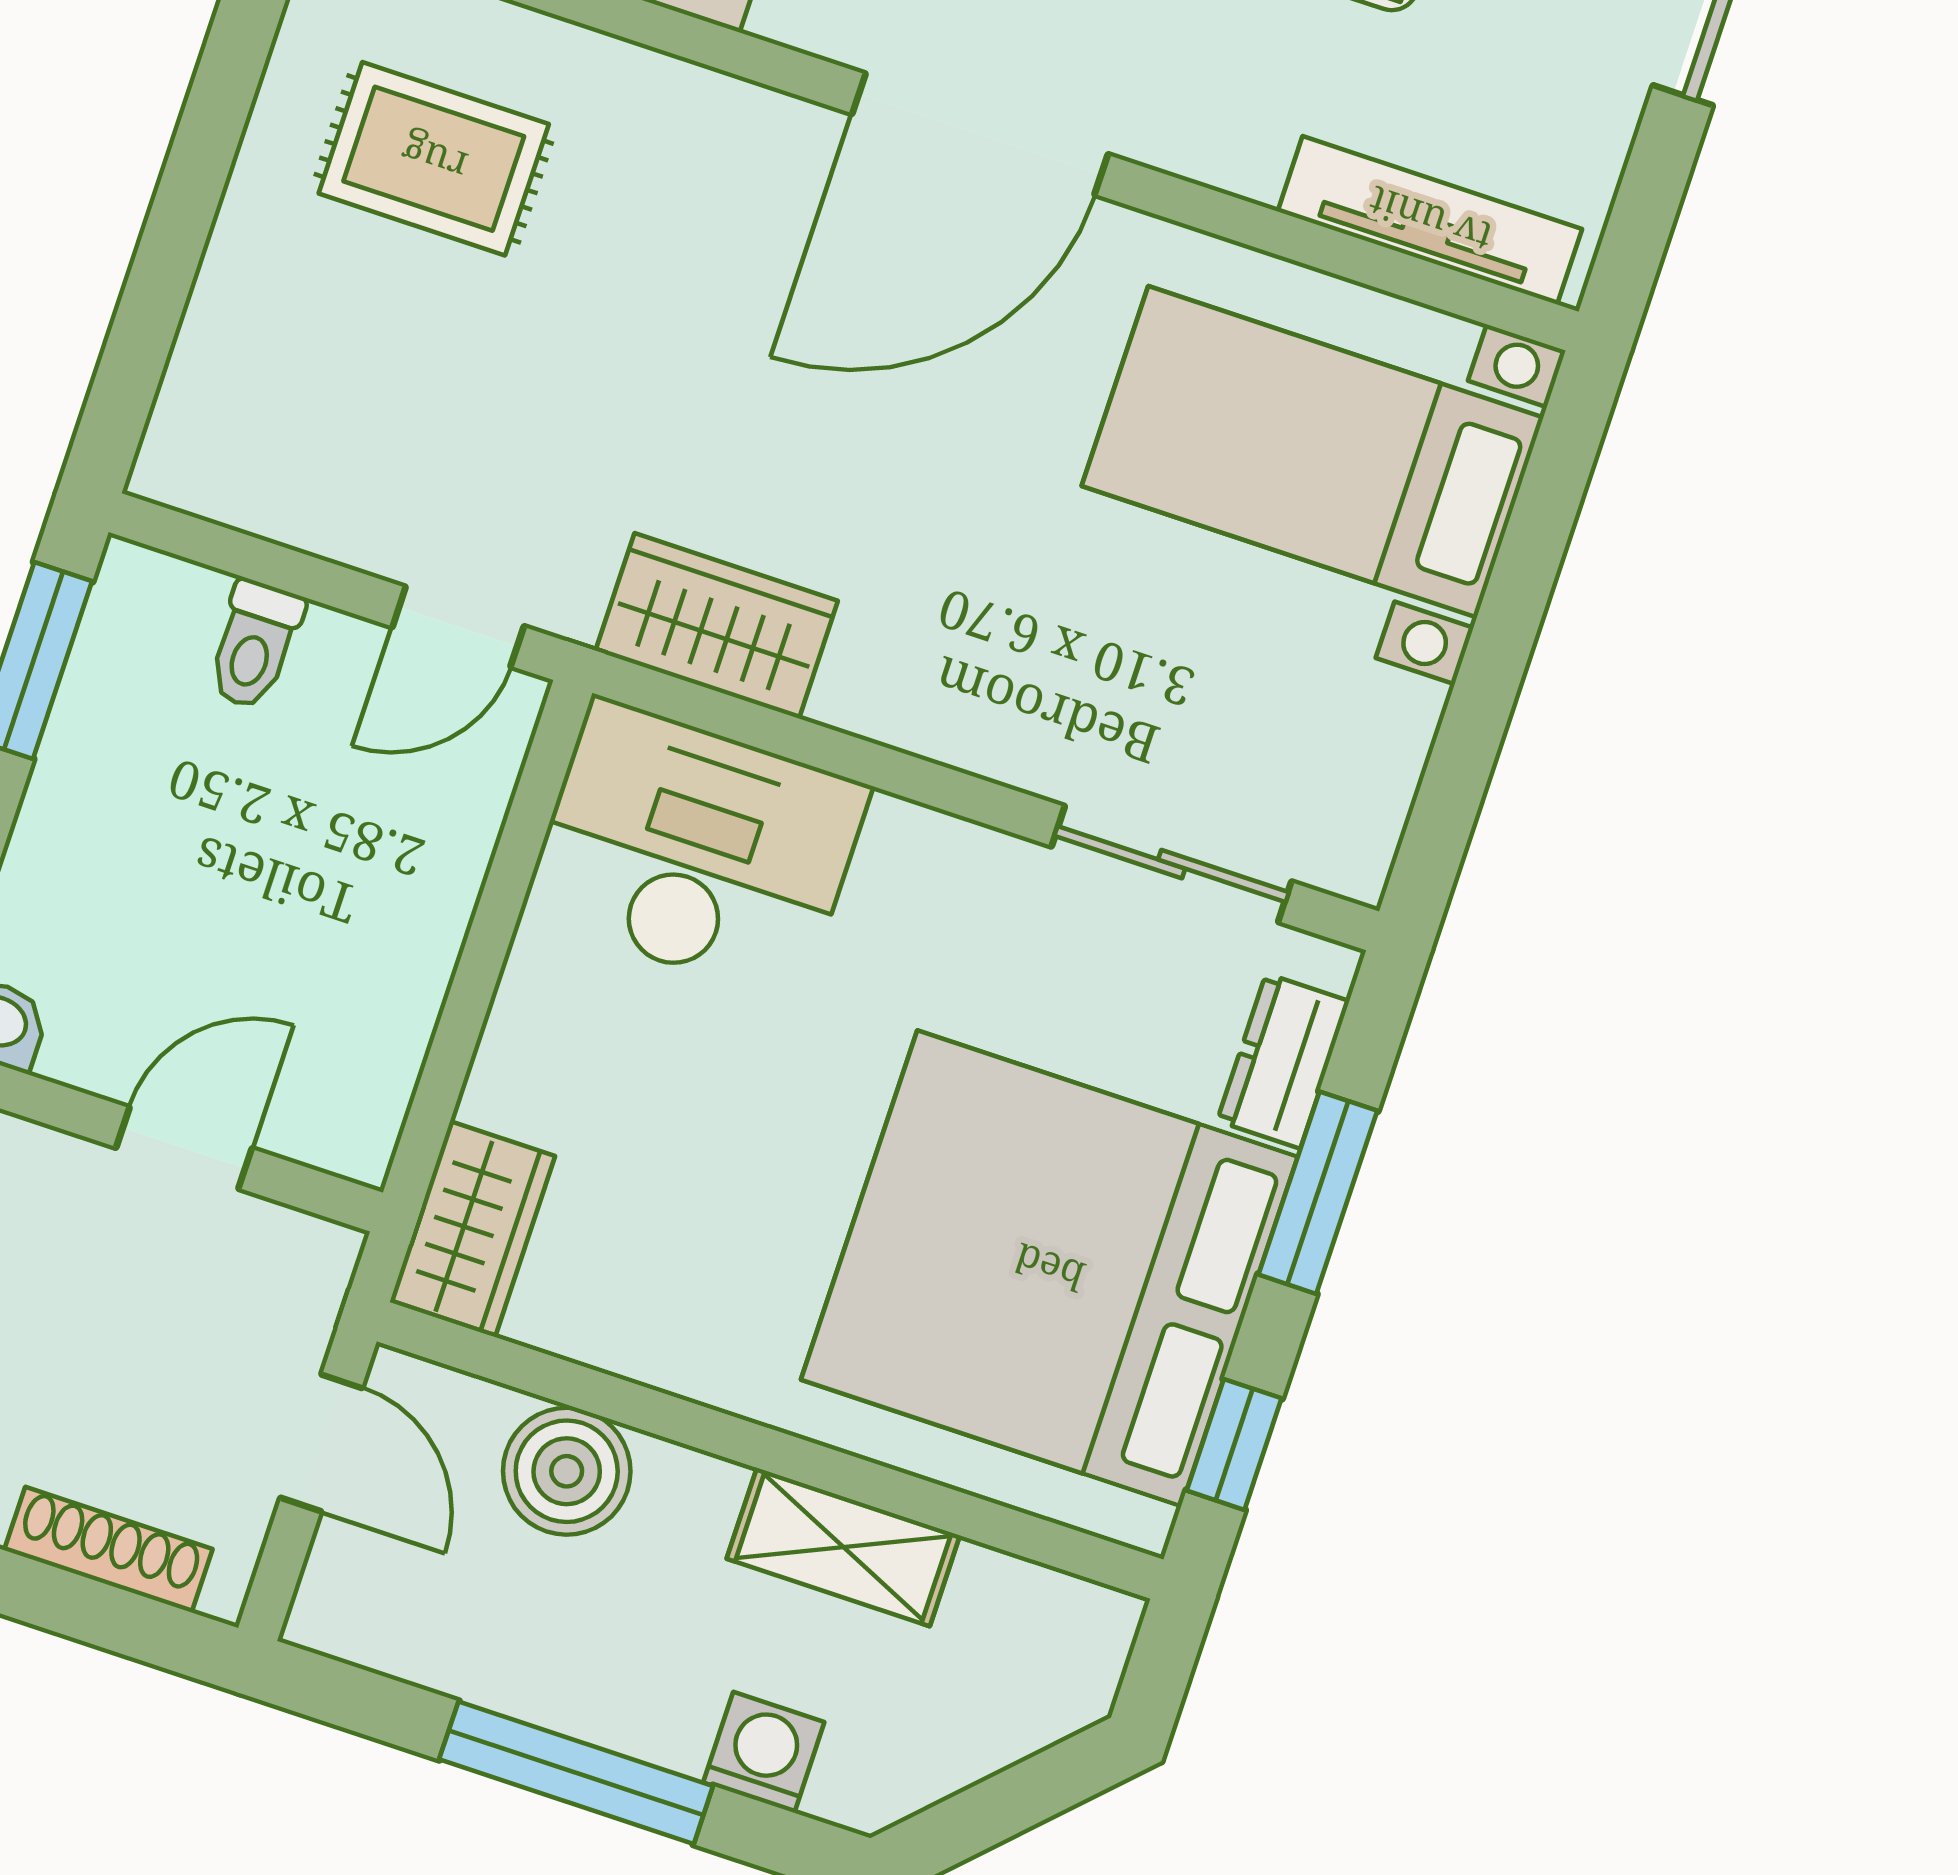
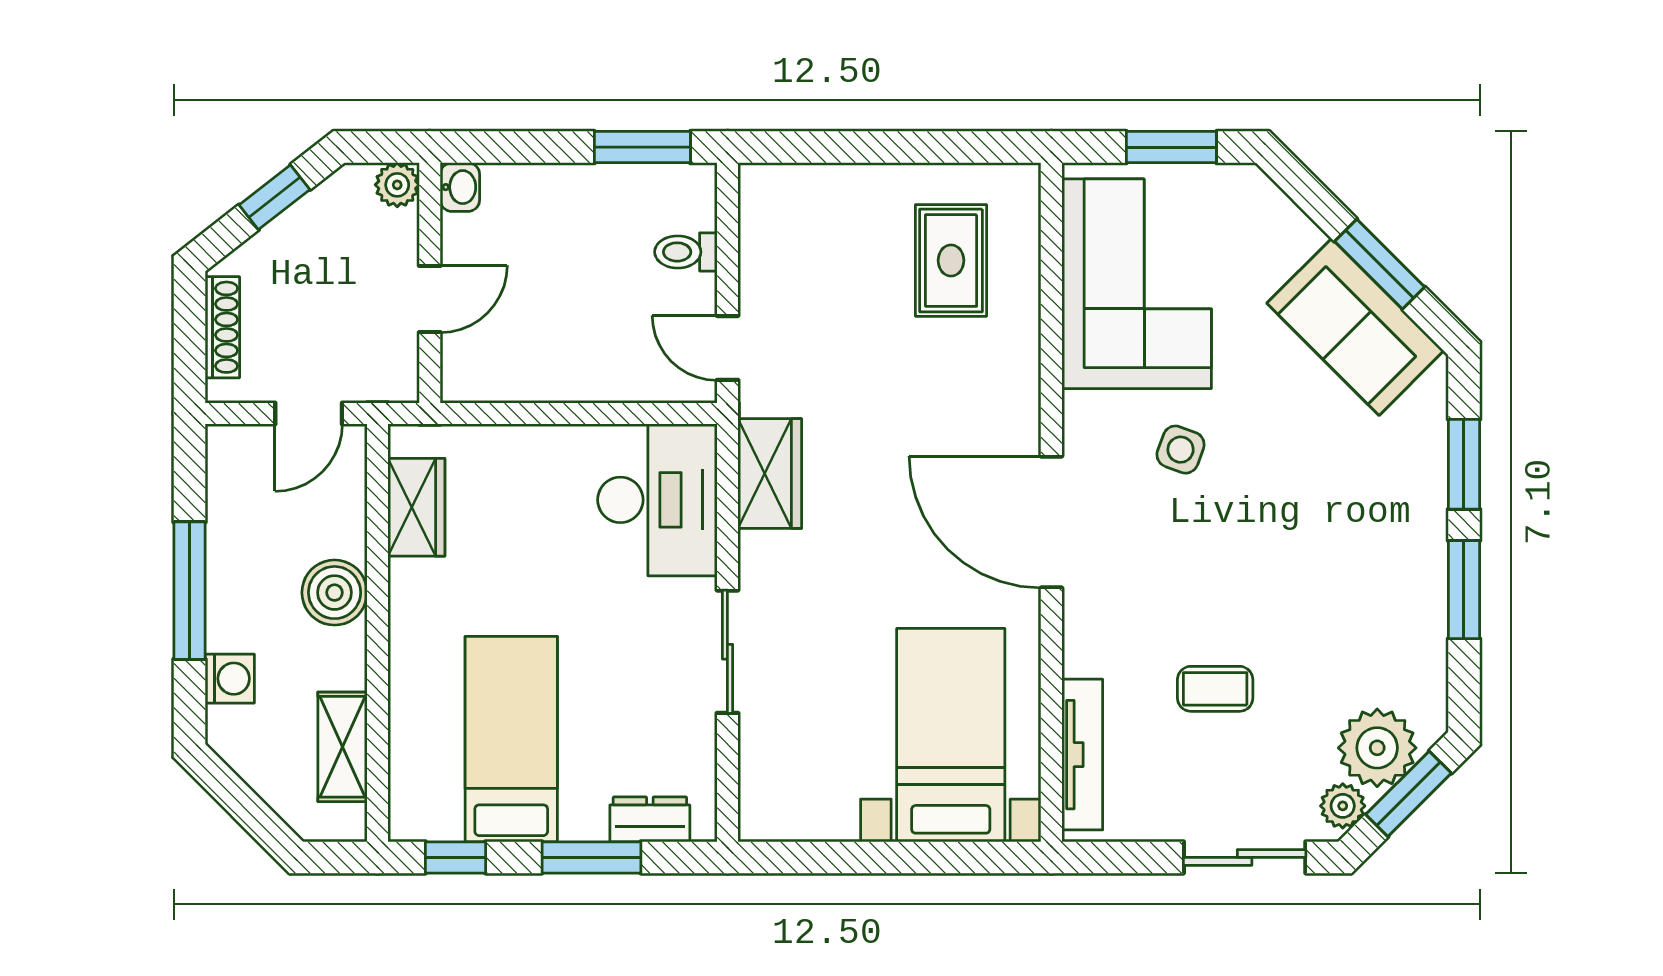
sliding door: (1172, 864) -> (727, 652), moved
door: (184, 1148) -> (430, 299), hinge flipped
wardrobe: (472, 1229) -> (416, 507), moved, turned -90
bed: (1049, 1268) -> (511, 739), width x0.49
boiler: (567, 1471) -> (335, 593), moved
shelving: (843, 1547) -> (342, 747), moved

